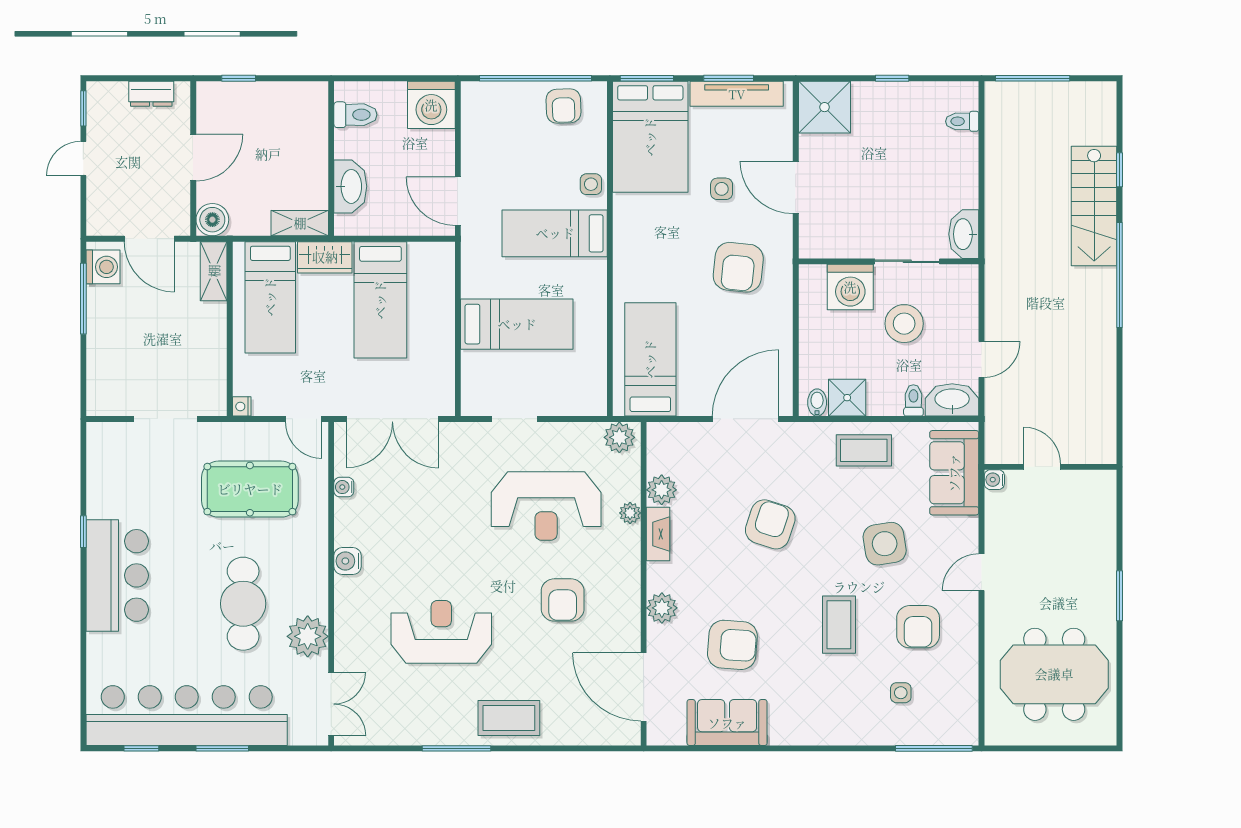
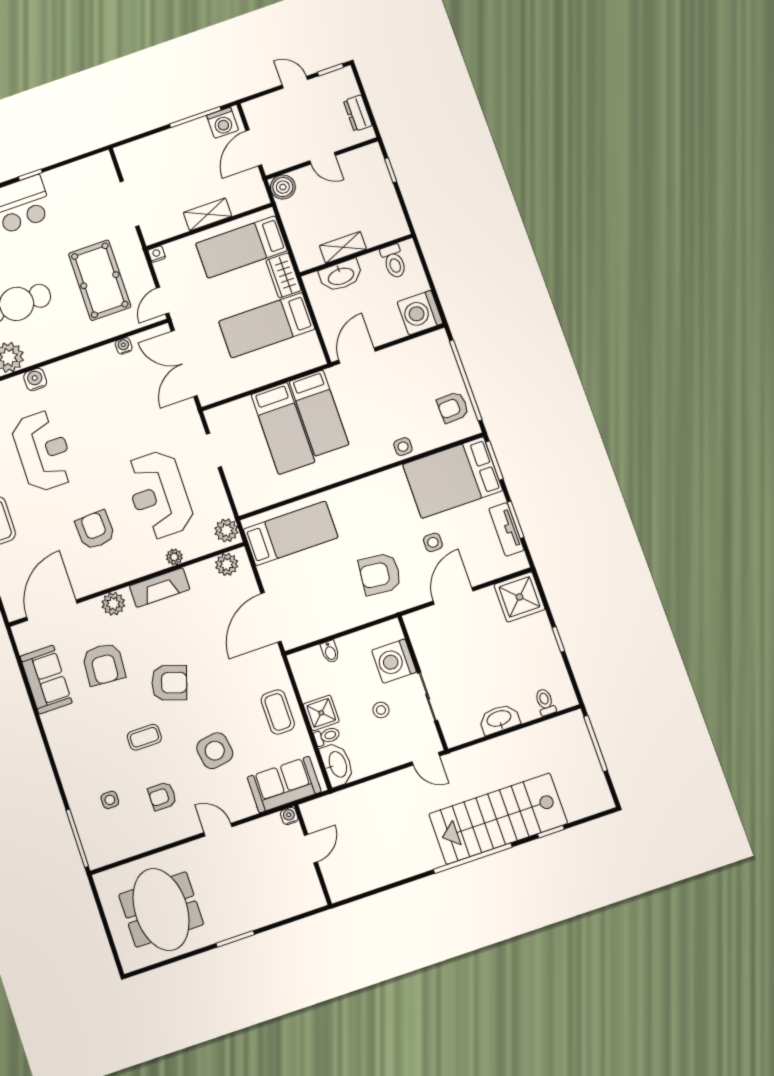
tv unit: (737, 94) -> (506, 529), width x0.71
door: (193, 158) -> (323, 158), width x0.73
stairs: (1094, 206) -> (498, 819), width x1.36, depth x1.51
shelving: (300, 223) -> (343, 247), moved, turned 90
bed: (555, 233) -> (319, 413), moved, turned 180
washbasin: (964, 234) -> (499, 719), moved
shelving: (214, 271) -> (208, 214), moved
stool: (904, 324) -> (381, 710), width x0.53, depth x0.53
door: (982, 359) -> (426, 759), moved
shower: (847, 398) -> (321, 713), moved
bidet: (817, 402) -> (330, 652), moved, turned 90
door: (746, 419) -> (271, 617), swing flipped
plant: (662, 490) -> (227, 564), moved
armchair: (770, 524) -> (169, 683), moved
fireplace: (658, 534) -> (160, 588), width x1.37, depth x1.32
water cooler: (348, 561) -> (35, 379), moved
armchair: (563, 600) -> (95, 530), turned 87
coffee table: (839, 625) -> (144, 737), width x0.73, depth x0.77
armchair: (918, 627) -> (162, 796), width x0.72, depth x0.72

